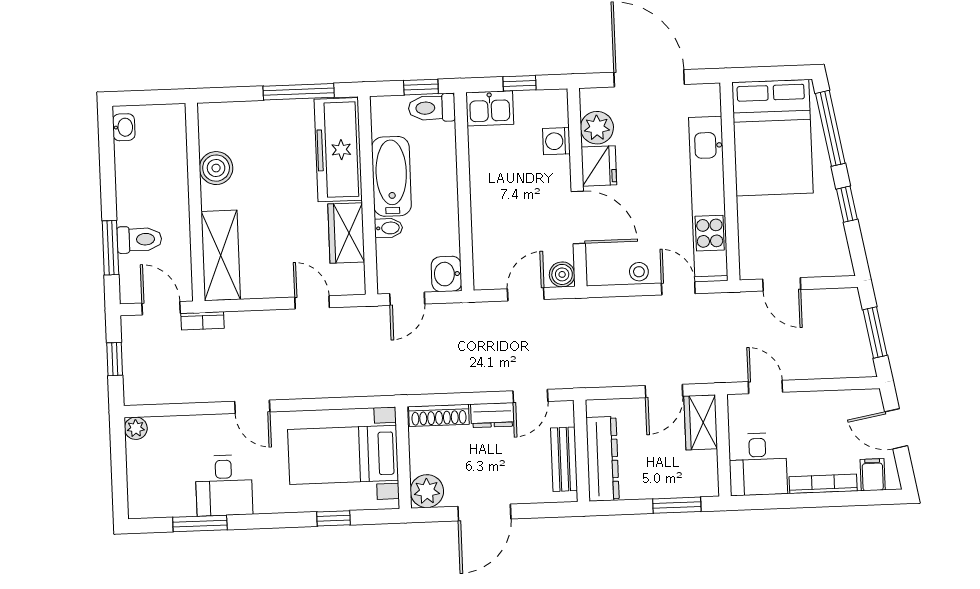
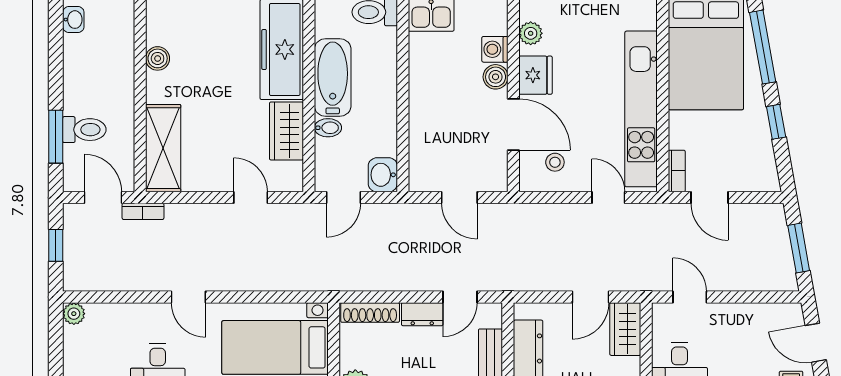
plant: (597, 128) -> (531, 33), width x0.73, depth x0.73
boiler: (216, 168) -> (158, 58), width x0.73, depth x0.73
bookcase: (747, 259) -> (677, 171), added
stool: (639, 272) -> (555, 162), moved
boiler: (562, 274) -> (496, 77), moved
door: (526, 294) -> (459, 197), swing flipped

